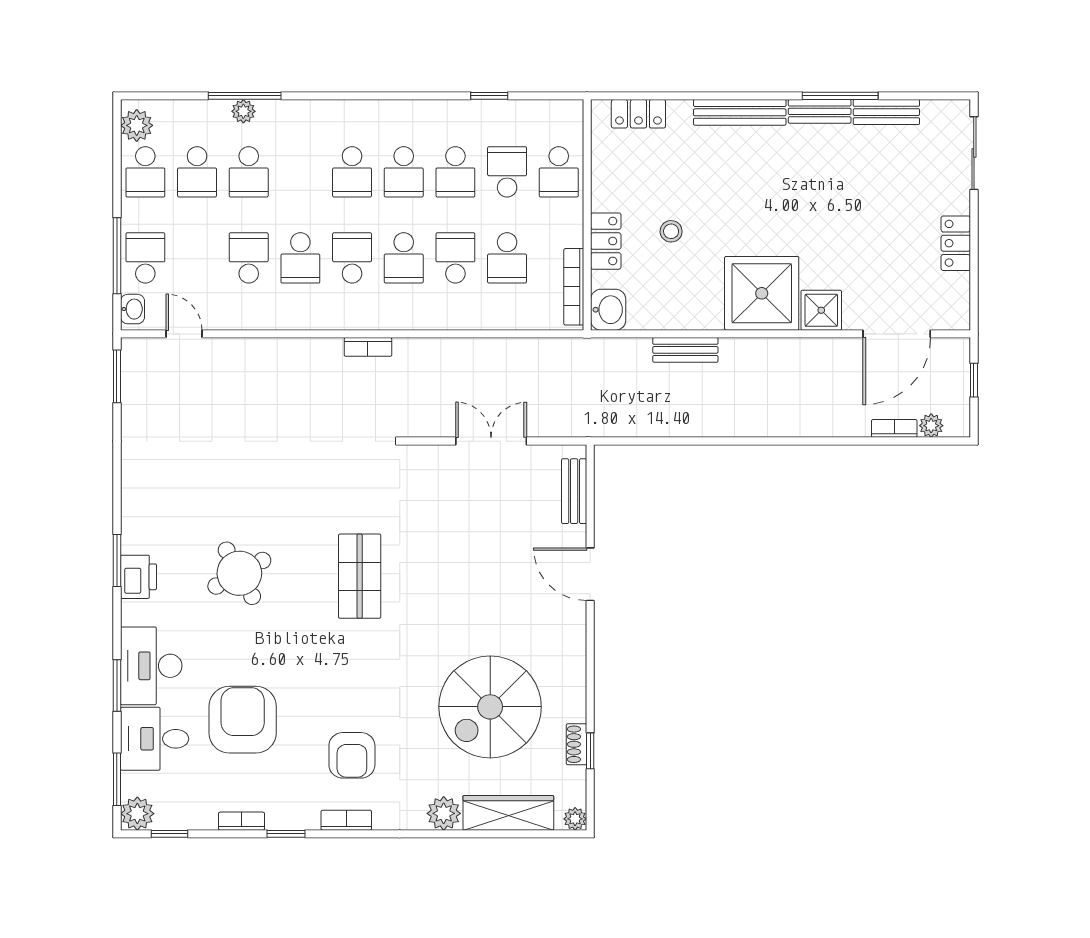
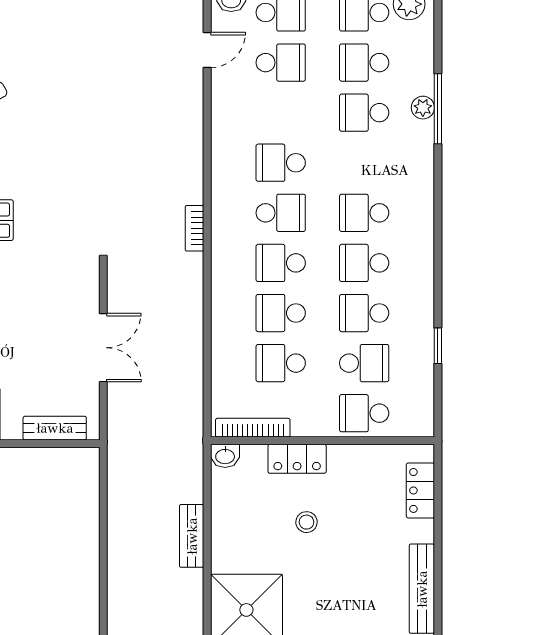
school desk: (249, 258) -> (281, 63), moved
school desk: (455, 258) -> (281, 313), turned 180
washbasin: (608, 310) -> (225, 456), width x0.72, depth x0.69

